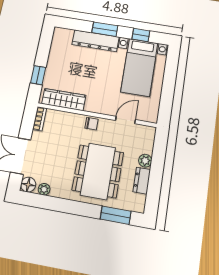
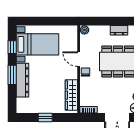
window: (38, 75) -> (45, 117), moved
door: (125, 120) -> (79, 59), moved
plant: (145, 161) -> (84, 30), moved

